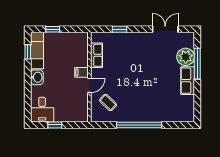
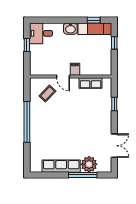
row of seats: (188, 81) -> (61, 166), width x1.48

